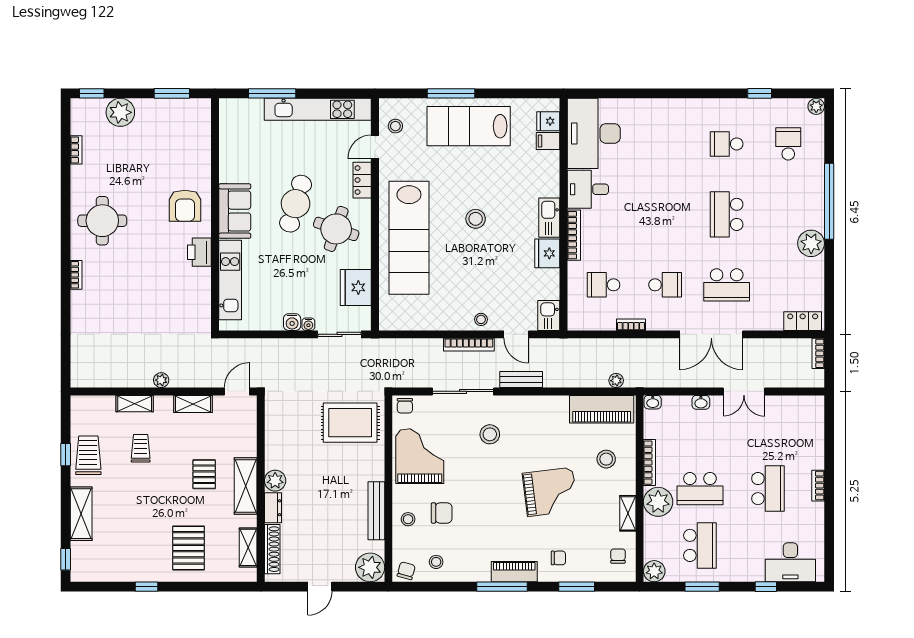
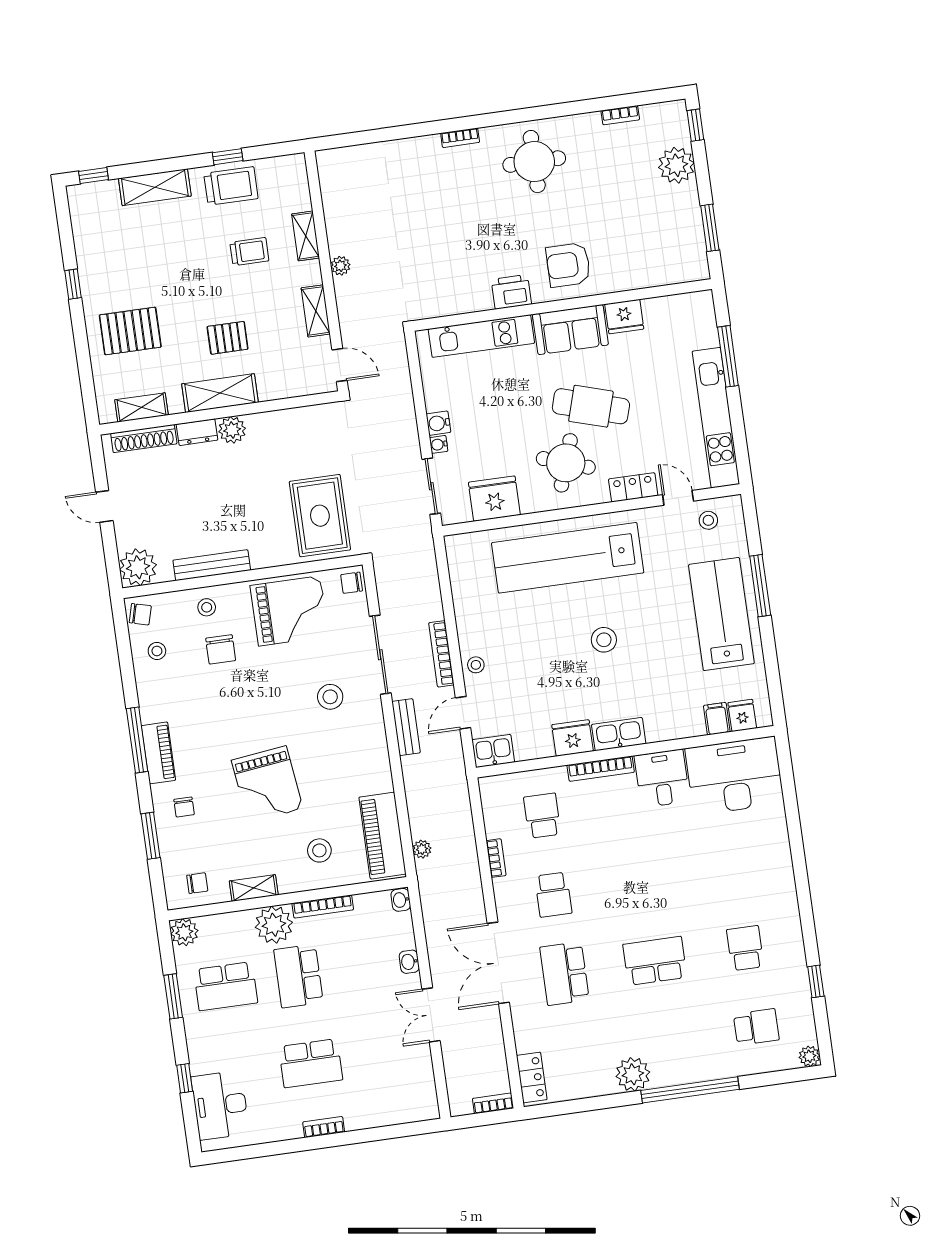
fridge: (231, 168) -> (624, 317), added

